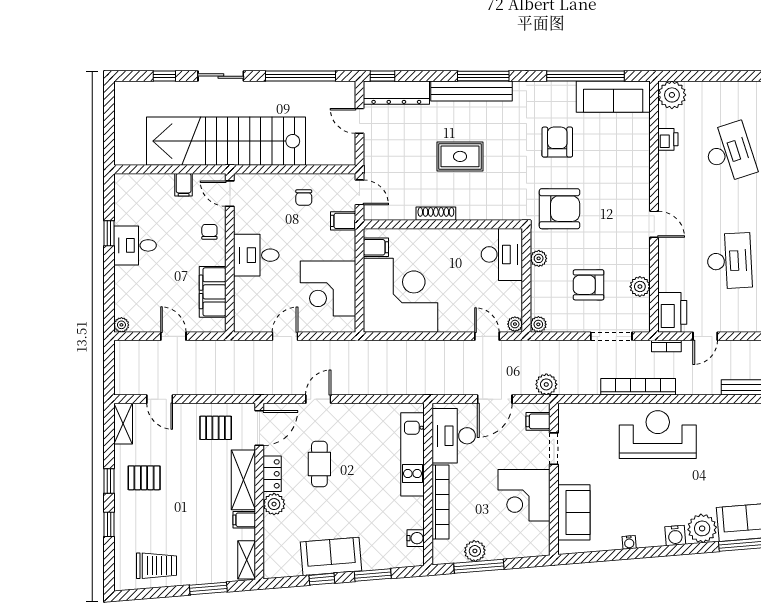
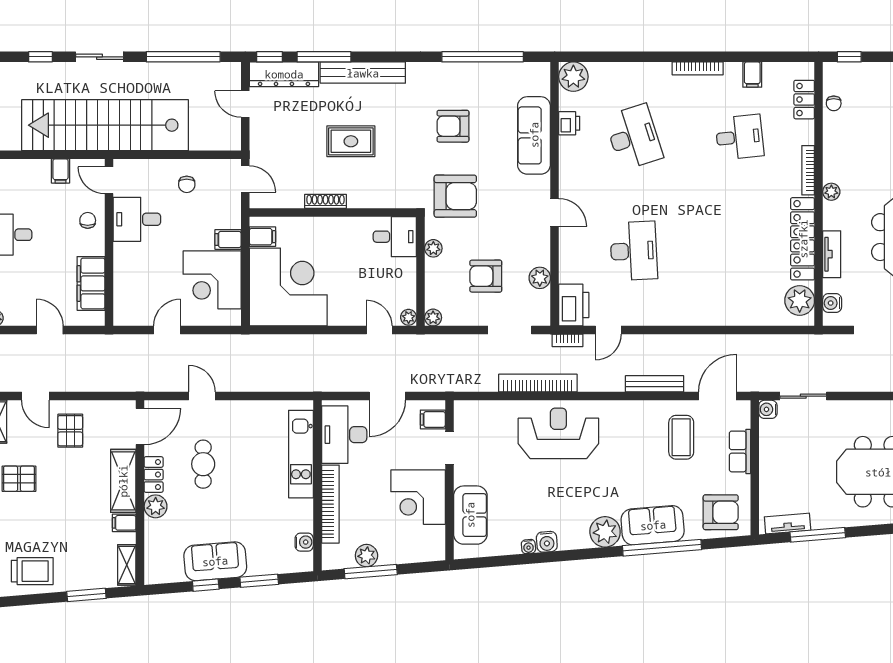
window: (483, 76) -> (324, 57), moved
sofa: (613, 97) -> (534, 135), moved, turned 90
armchair: (557, 142) -> (453, 126), turned -90
filing cabinet: (343, 221) -> (228, 239), moved
desk: (502, 254) -> (395, 237), width x0.73
desk: (256, 255) -> (137, 219), moved
plant: (546, 384) -> (441, 381), removed
door: (318, 399) -> (202, 396), hinge flipped
pallet: (216, 428) -> (70, 431), moved, turned 90
water cooler: (675, 536) -> (547, 542), moved

